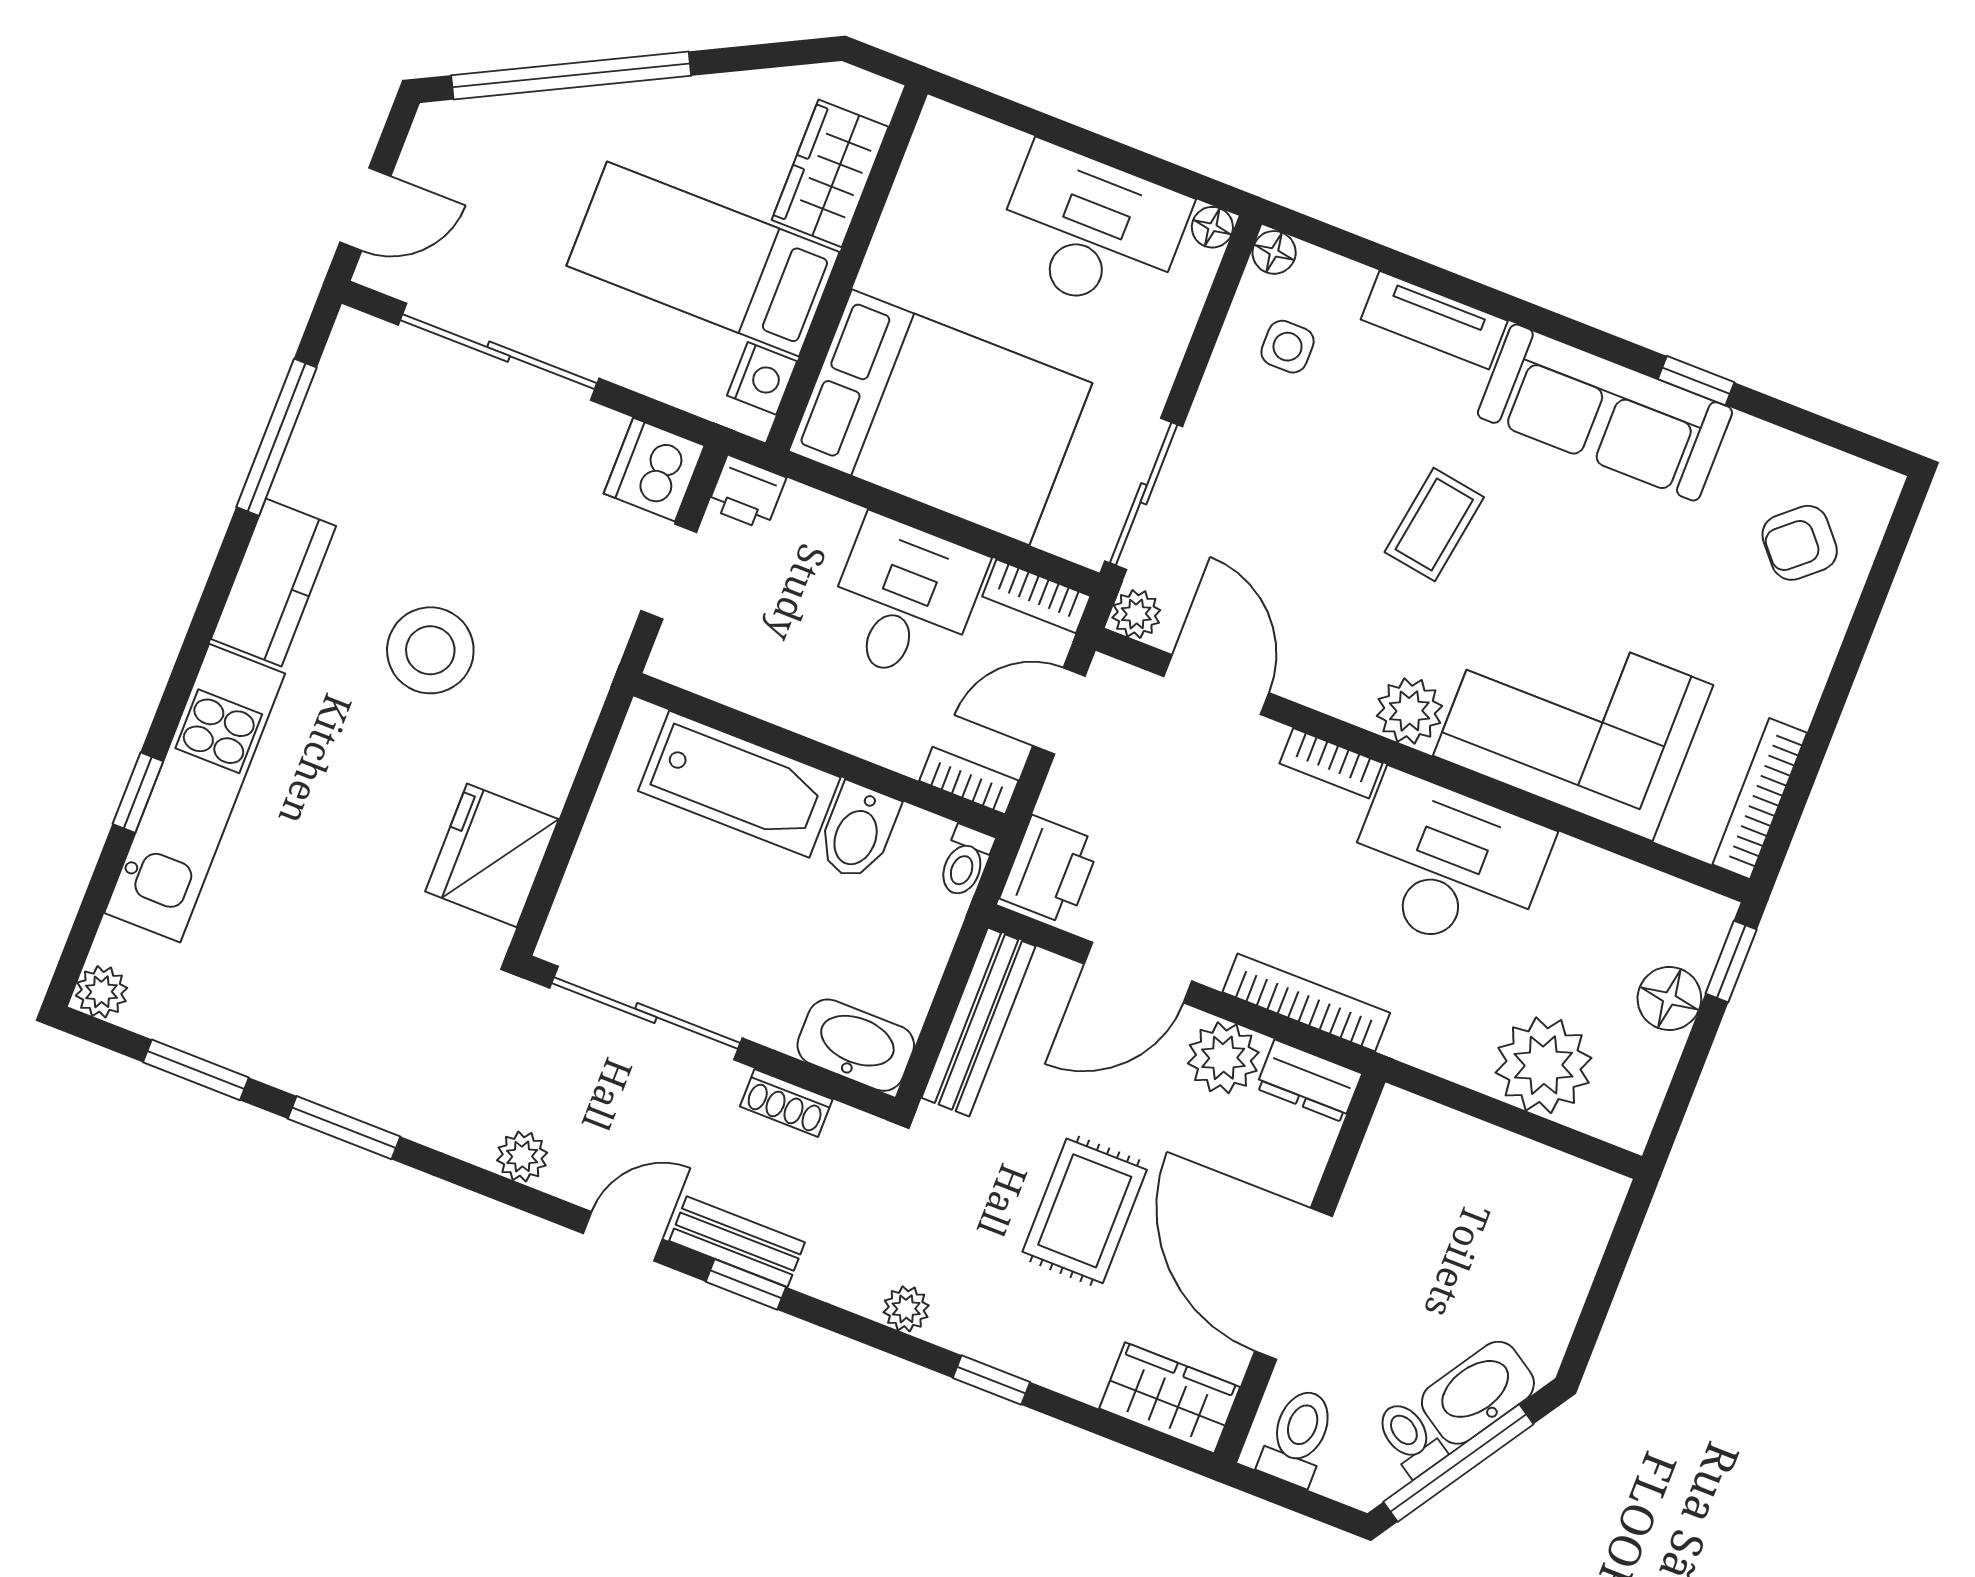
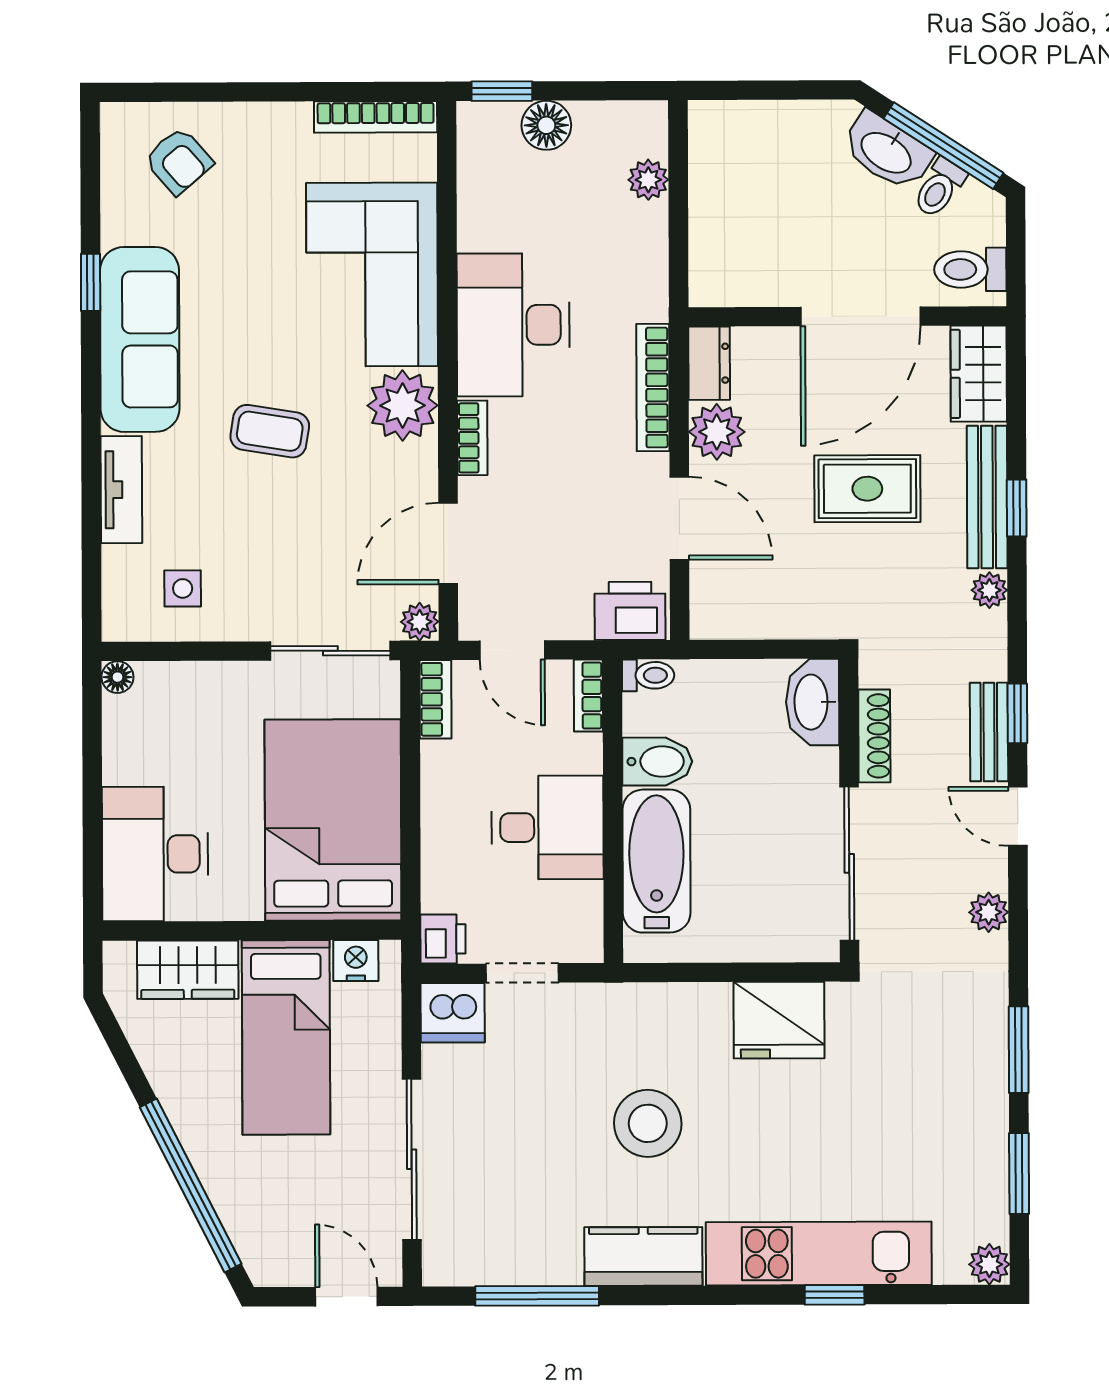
desk: (1091, 231) -> (155, 854), moved
floor lamp: (1274, 252) -> (118, 625), removed
desk: (904, 600) -> (547, 827), moved, turned 180
plant: (1409, 711) -> (403, 405), width x1.36, depth x1.36
bench: (978, 1022) -> (987, 497), moved, turned 90
plant: (1544, 1065) -> (648, 180), width x0.53, depth x0.53
shoe rack: (786, 1103) -> (874, 736), width x1.43

